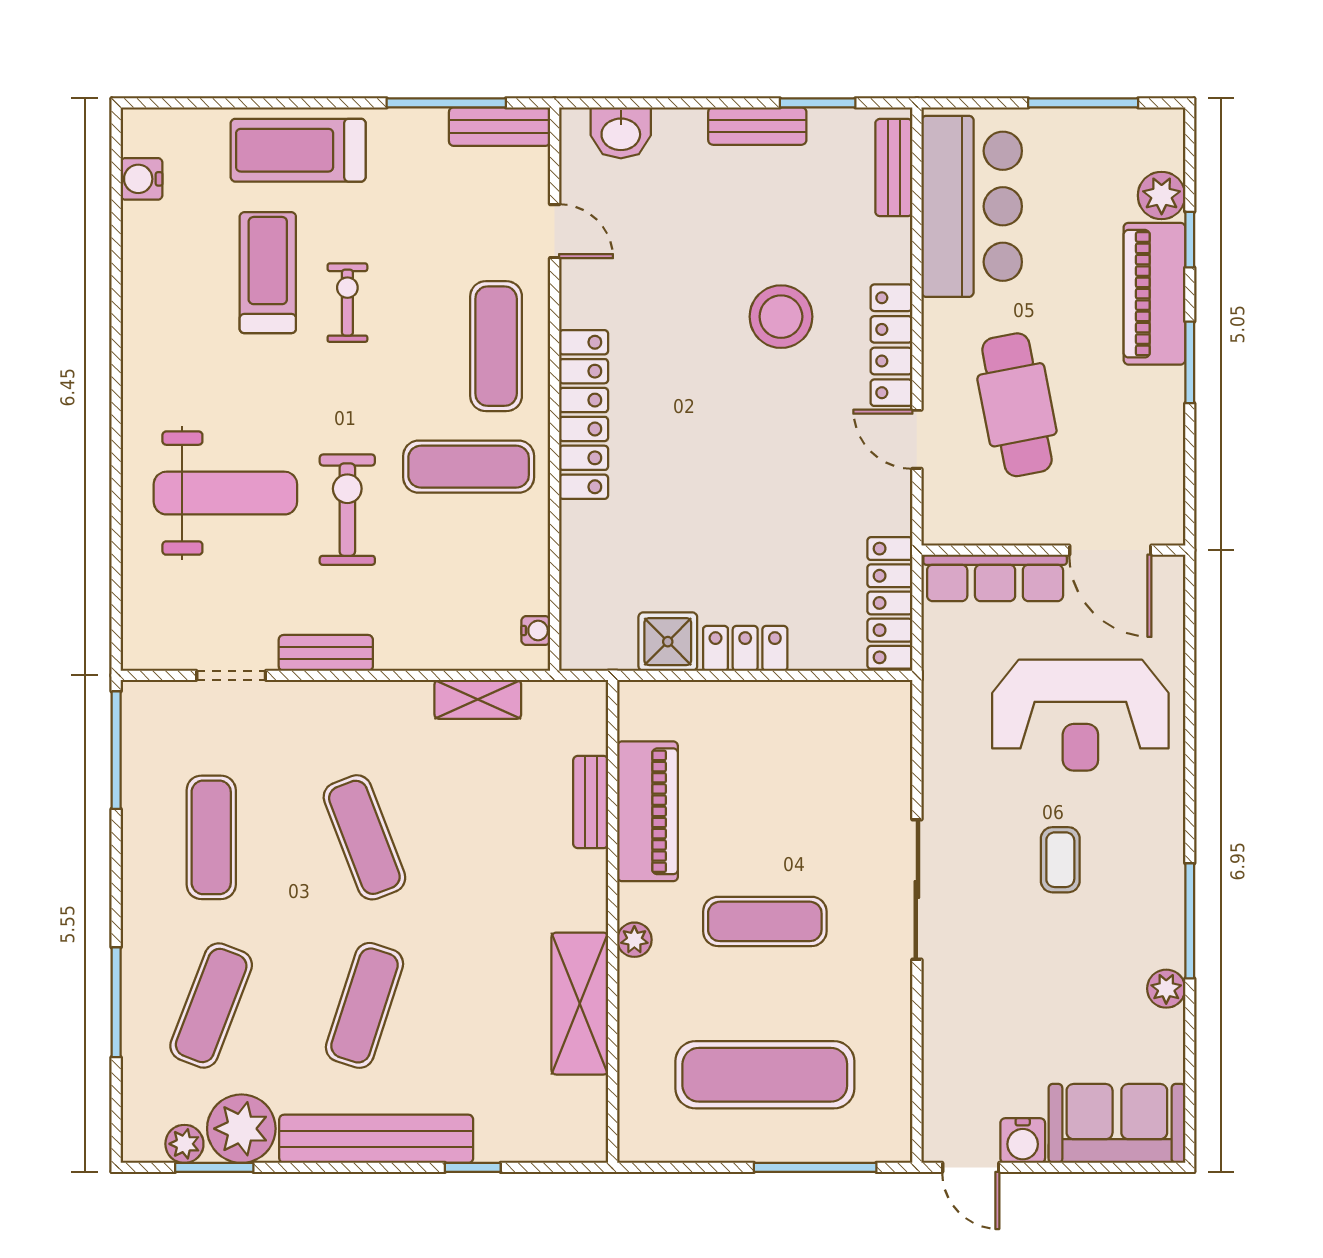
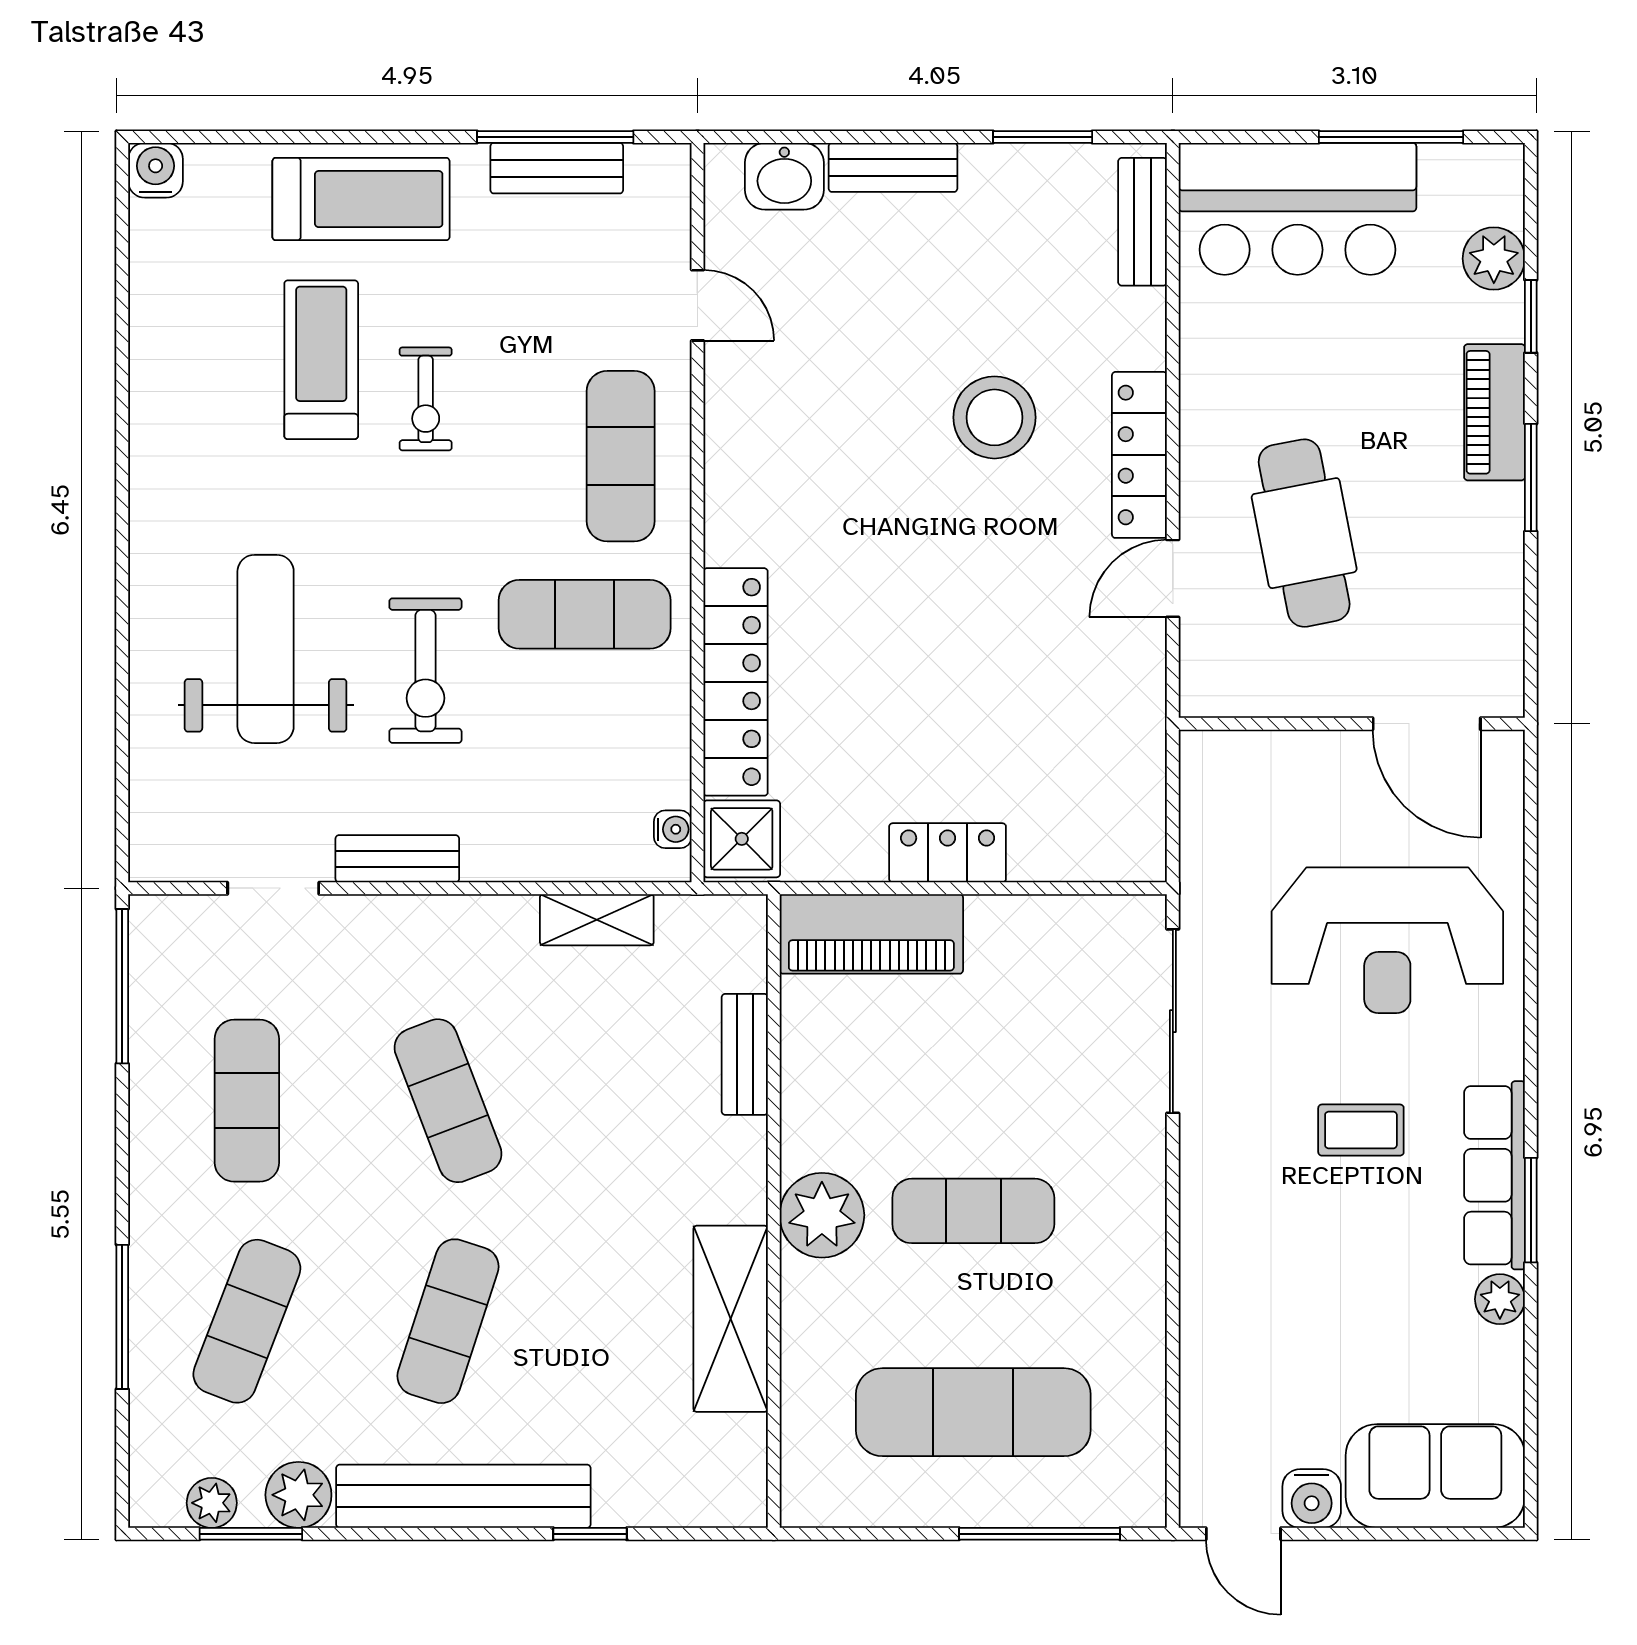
bench: (757, 126) -> (893, 167), moved
bench: (500, 127) -> (557, 168), moved
treadmill: (298, 150) -> (361, 199), turned 180
water cooler: (142, 179) -> (156, 170), moved, turned 90
bar counter: (972, 206) -> (1297, 209), moved, turned 90
piano: (1154, 294) -> (1495, 412), width x0.73, depth x0.75
exercise bike: (347, 303) -> (426, 399), turned 180
locker: (584, 415) -> (735, 682), moved
door: (917, 439) -> (1173, 578), hinge flipped
weight bench: (225, 493) -> (266, 649), turned -90
exercise bike: (347, 510) -> (425, 671), turned 180
row of seats: (995, 578) -> (1494, 1175), moved, turned 90
locker: (890, 603) -> (1137, 793), removed
shower: (668, 642) -> (742, 839), moved
piano: (648, 811) -> (871, 934), moved, turned 90
coffee table: (1060, 860) -> (1361, 1130), turned 90
sliding door: (917, 890) -> (1173, 1021), moved
window: (1190, 921) -> (1531, 1210), width x0.69
plant: (634, 940) -> (822, 1215), width x1.88, depth x1.88
plant: (241, 1129) -> (298, 1495), width x0.73, depth x0.73

